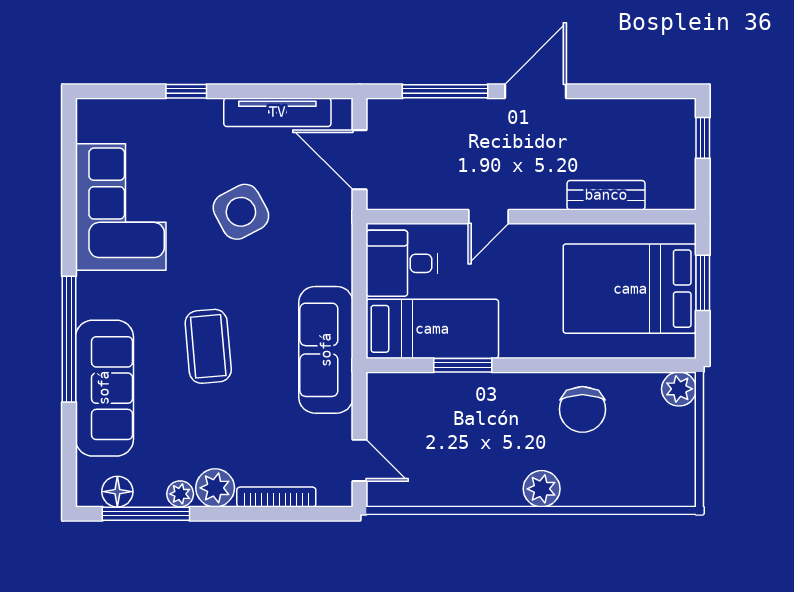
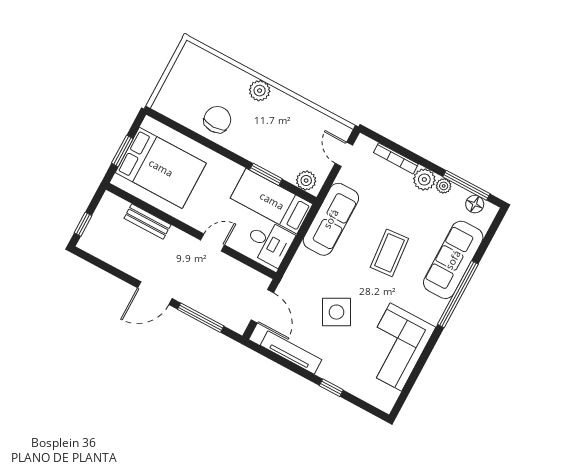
plant: (679, 389) -> (306, 181), moved

